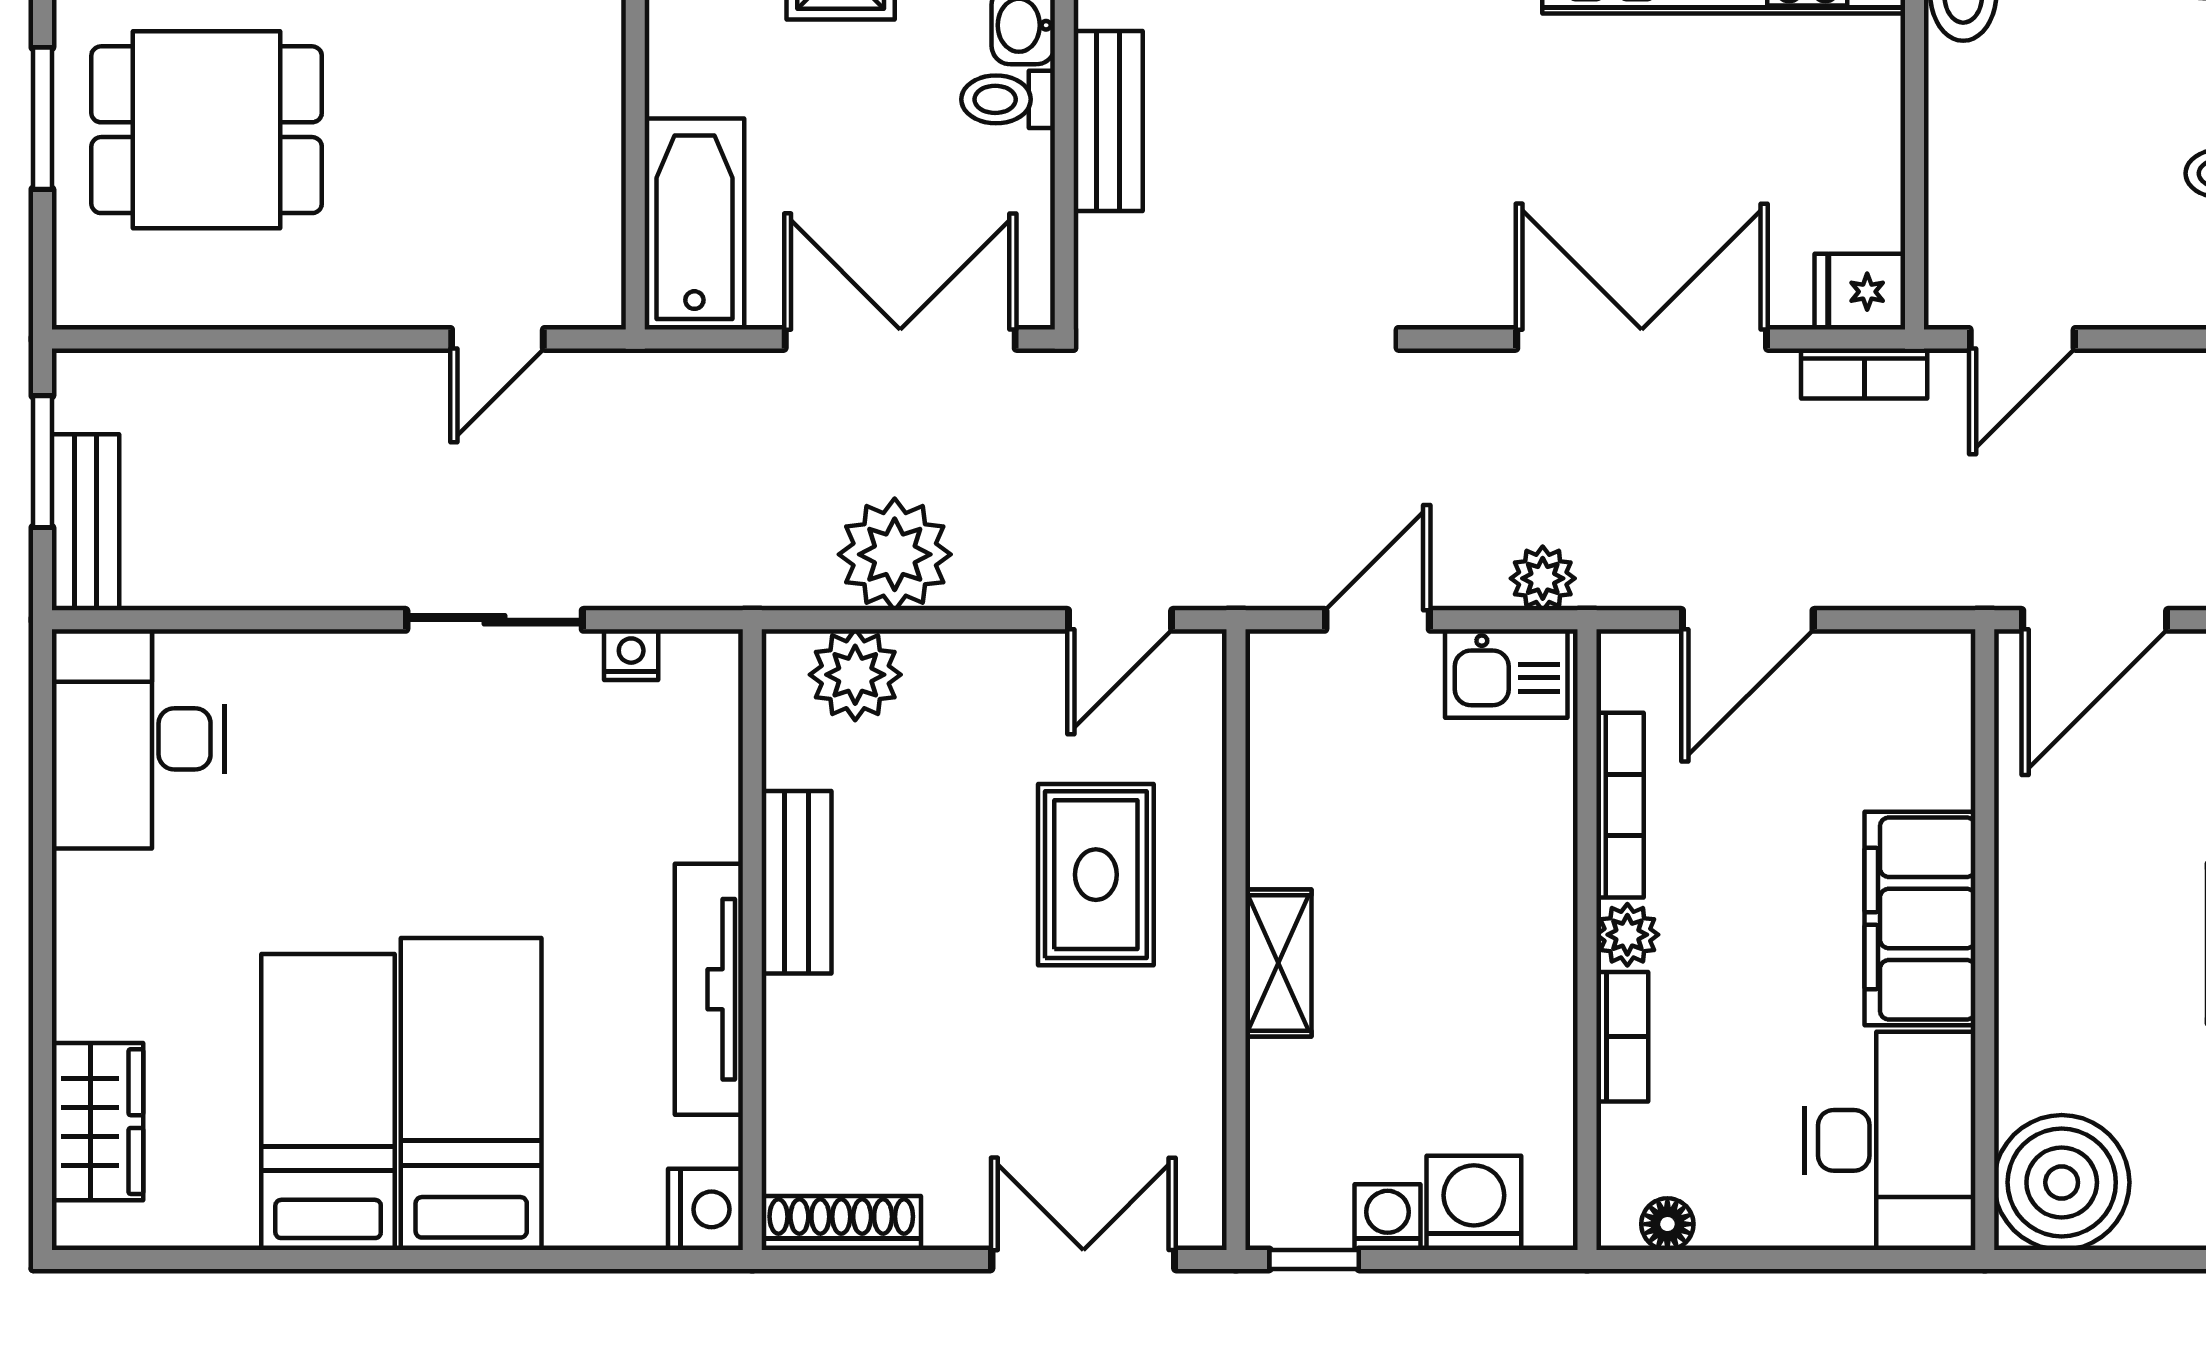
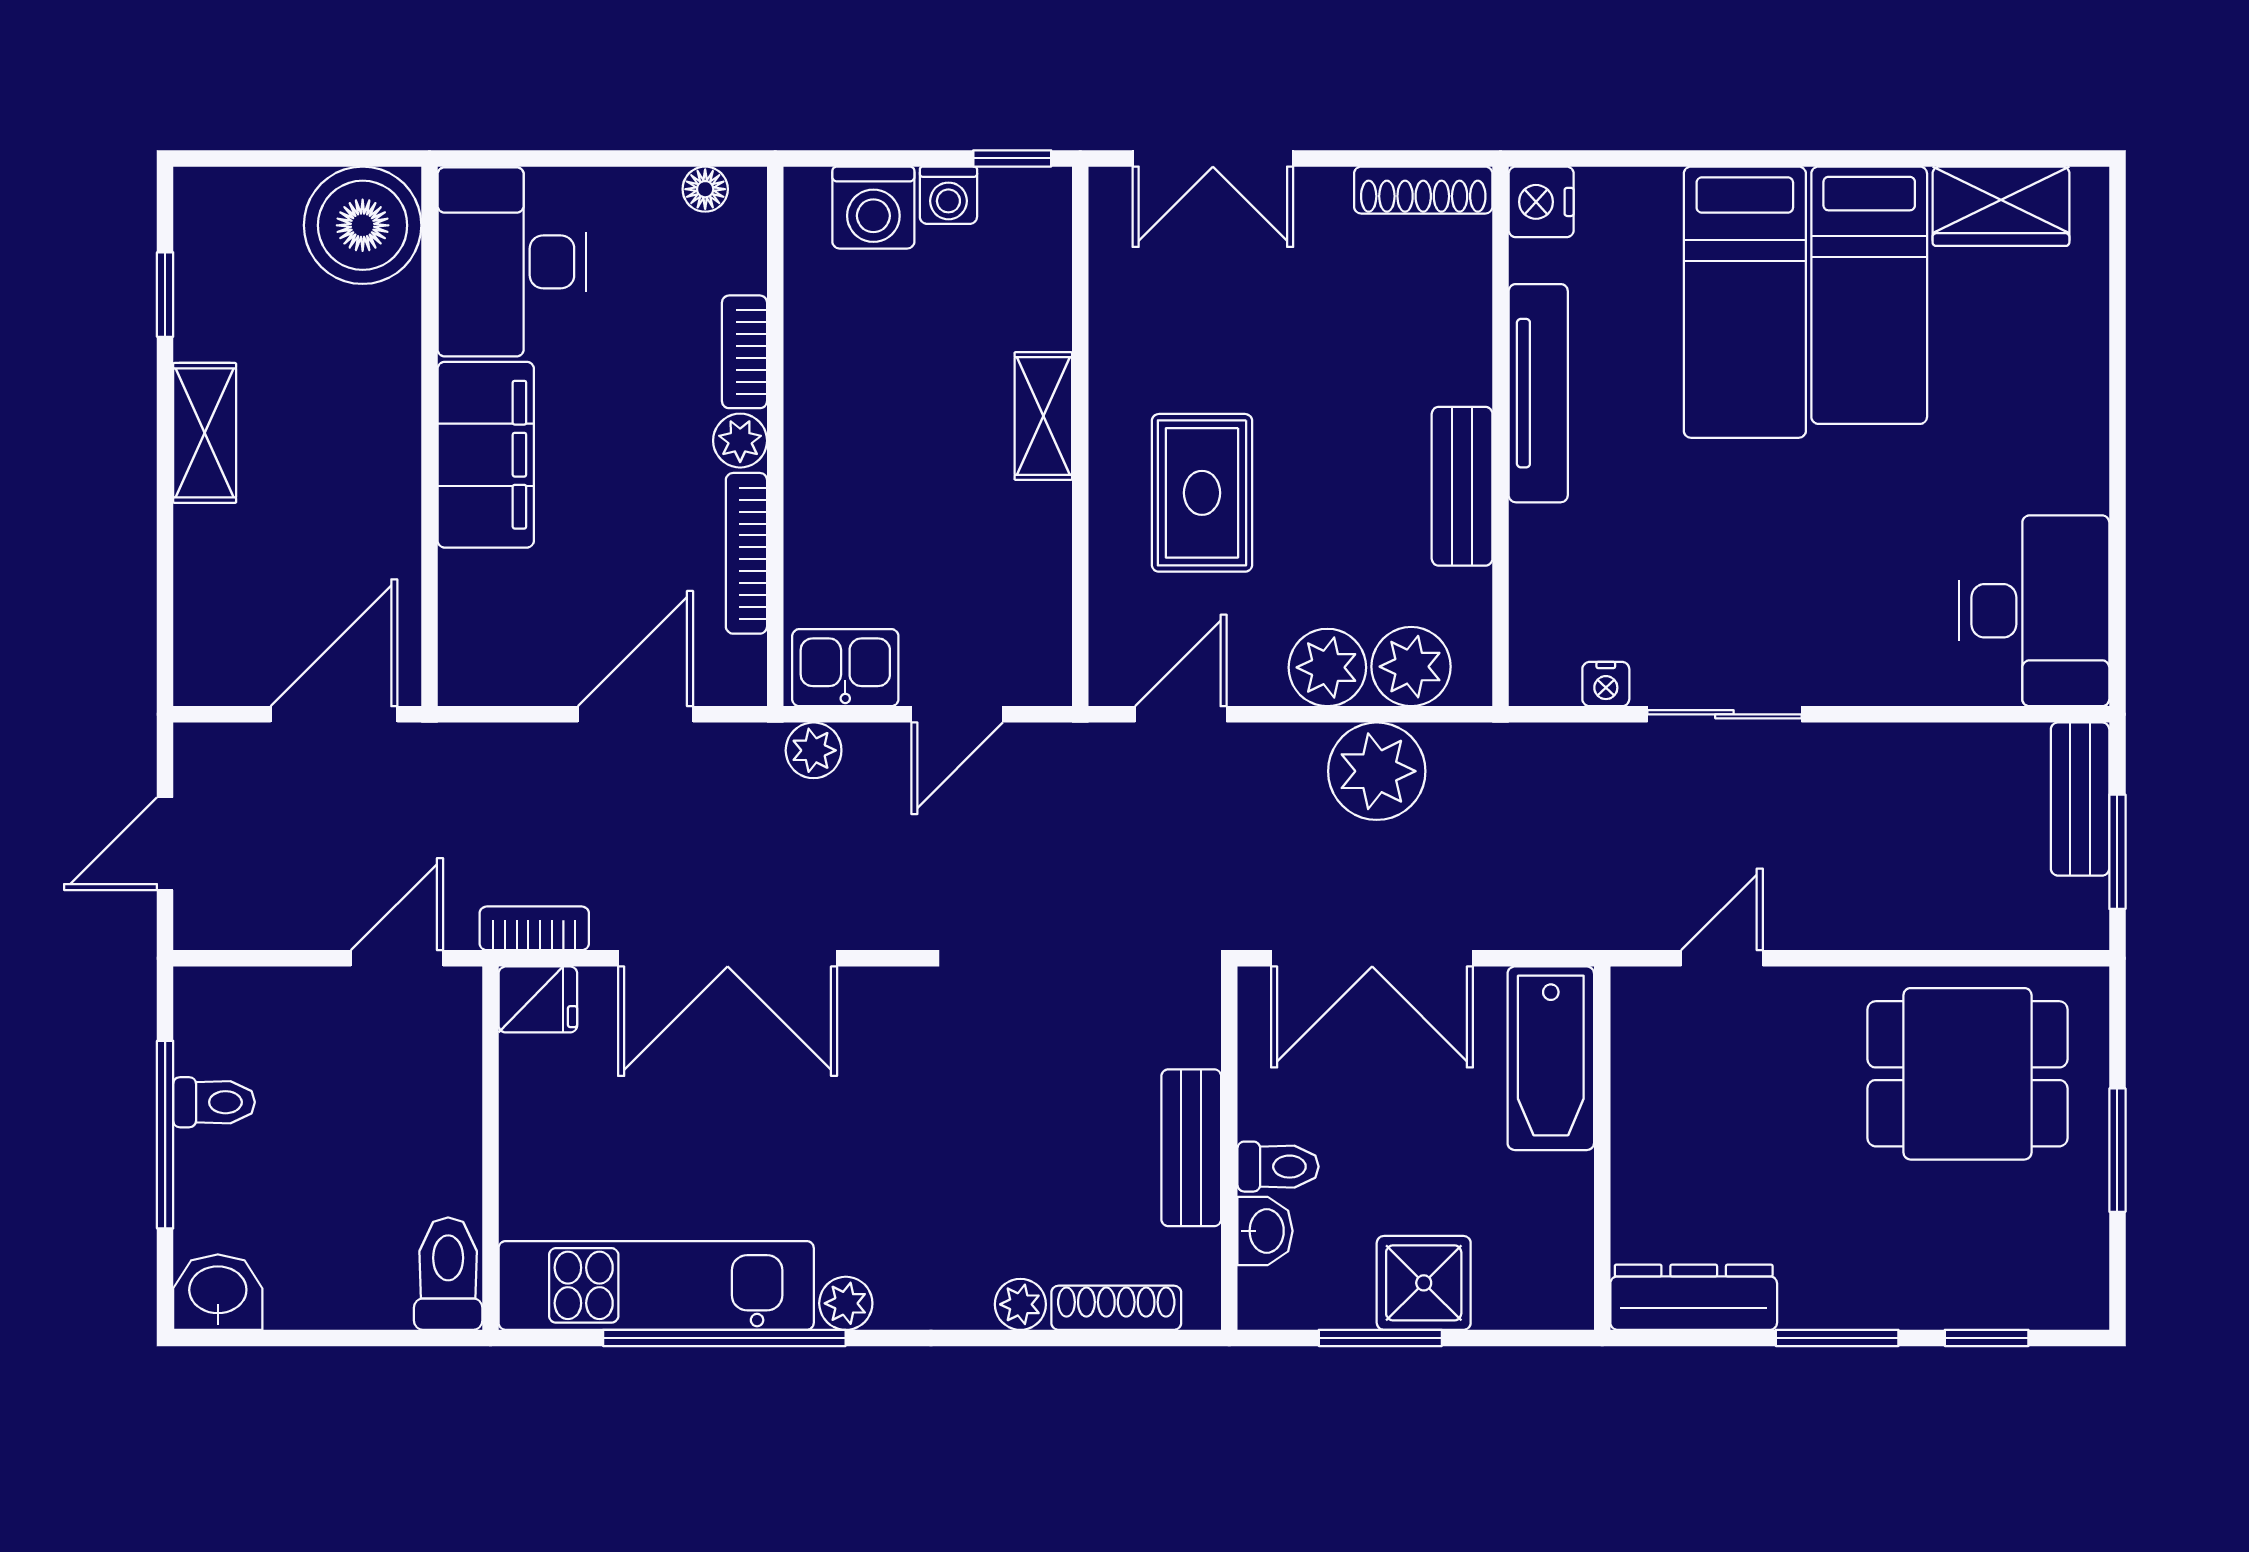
dining table: (207, 130) -> (1967, 1074), moved
plant: (952, 674) -> (1327, 667), added
wardrobe: (97, 1122) -> (2001, 206), moved, turned -90

